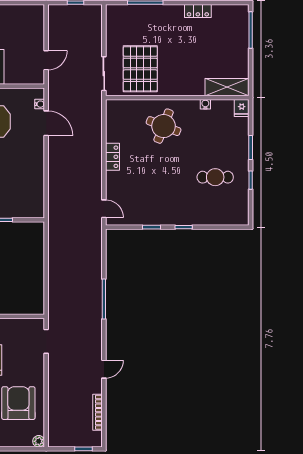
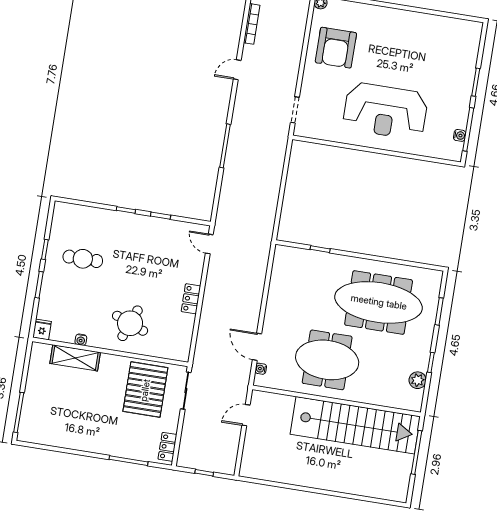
locker: (198, 11) -> (167, 447), moved, turned -90
shelving: (227, 87) -> (75, 358), moved

